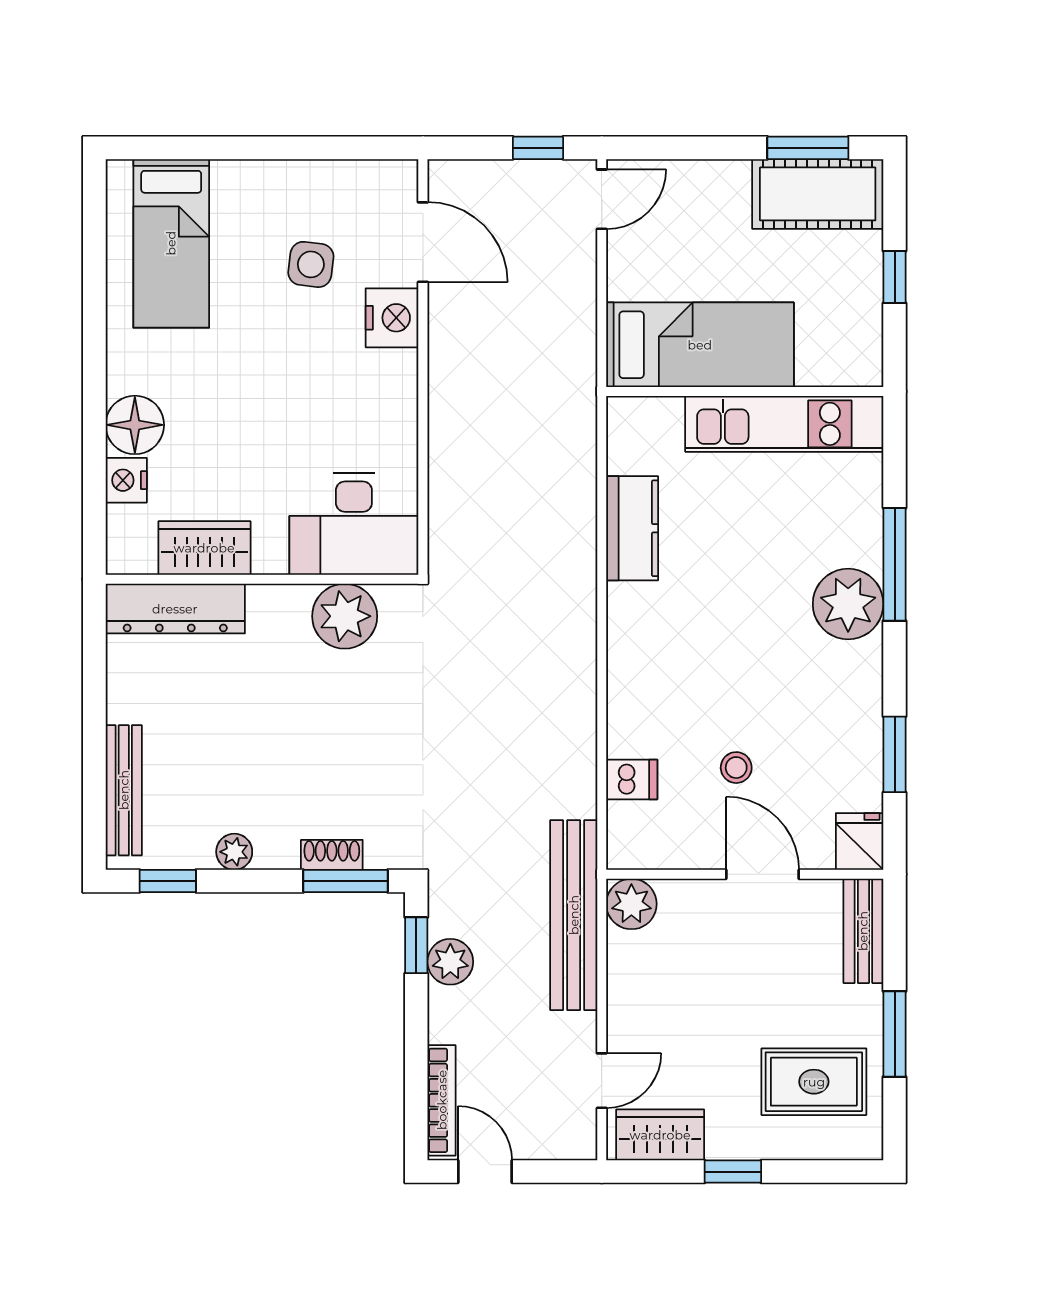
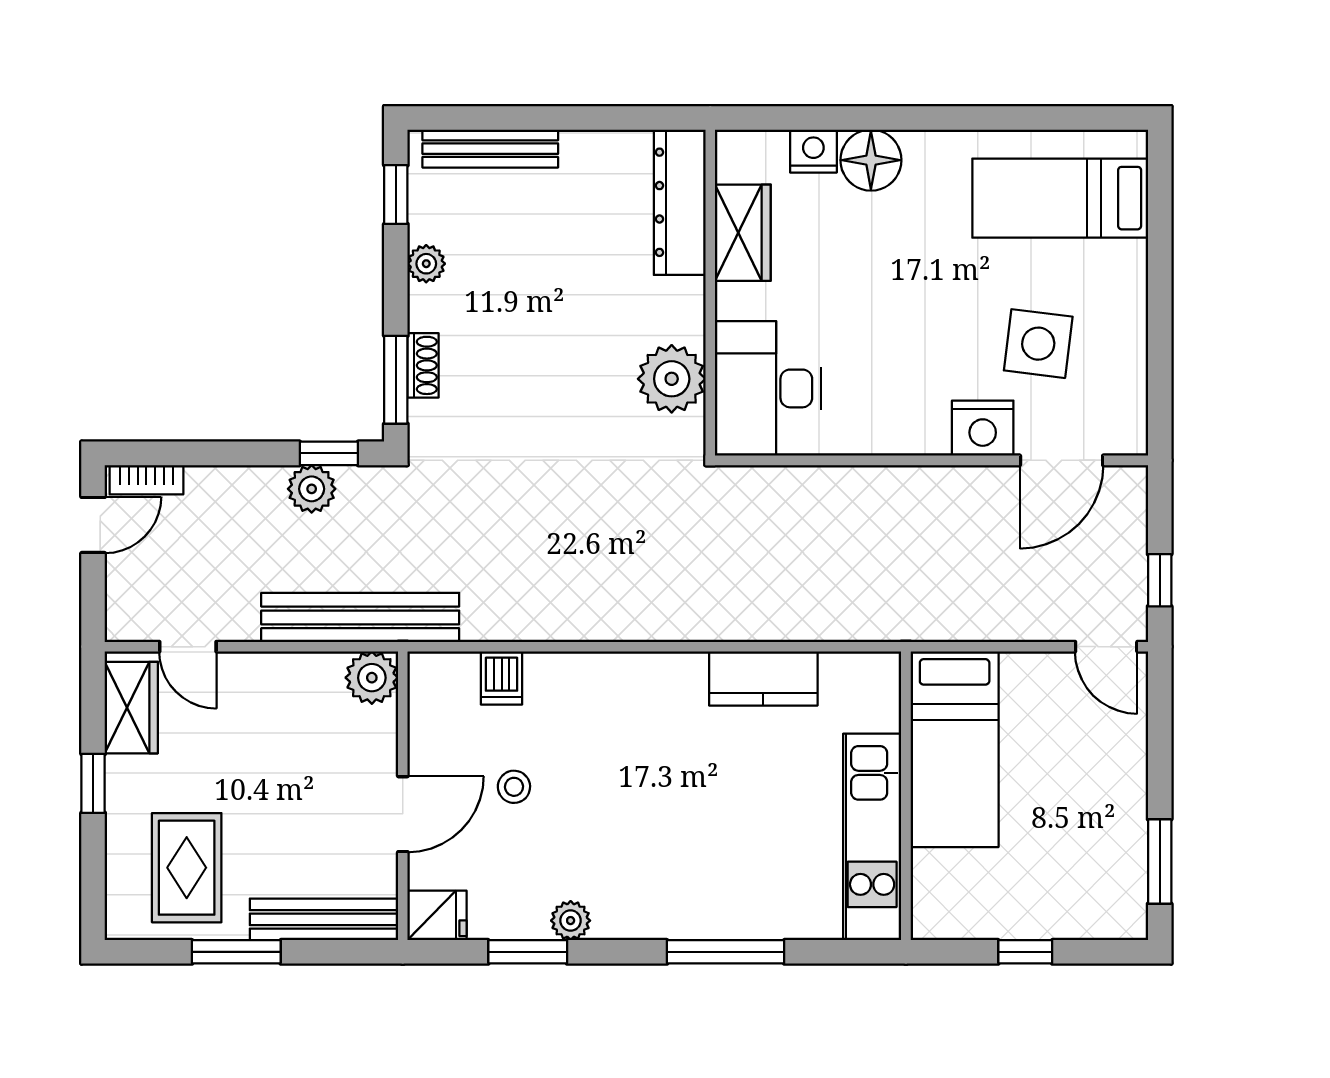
cot: (818, 194) -> (1112, 872), removed
side table: (311, 264) -> (1038, 344), width x1.37, depth x1.37
plant: (848, 604) -> (571, 921), moved, width x0.53, depth x0.53
bench: (863, 931) -> (324, 919), width x1.36
bookcase: (442, 1100) -> (146, 480), width x0.64

